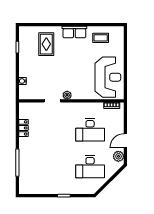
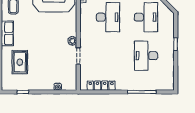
rug: (46, 44) -> (20, 62), turned 90
locker: (24, 128) -> (101, 86), width x1.53
desk: (53, 167) -> (146, 56), added

